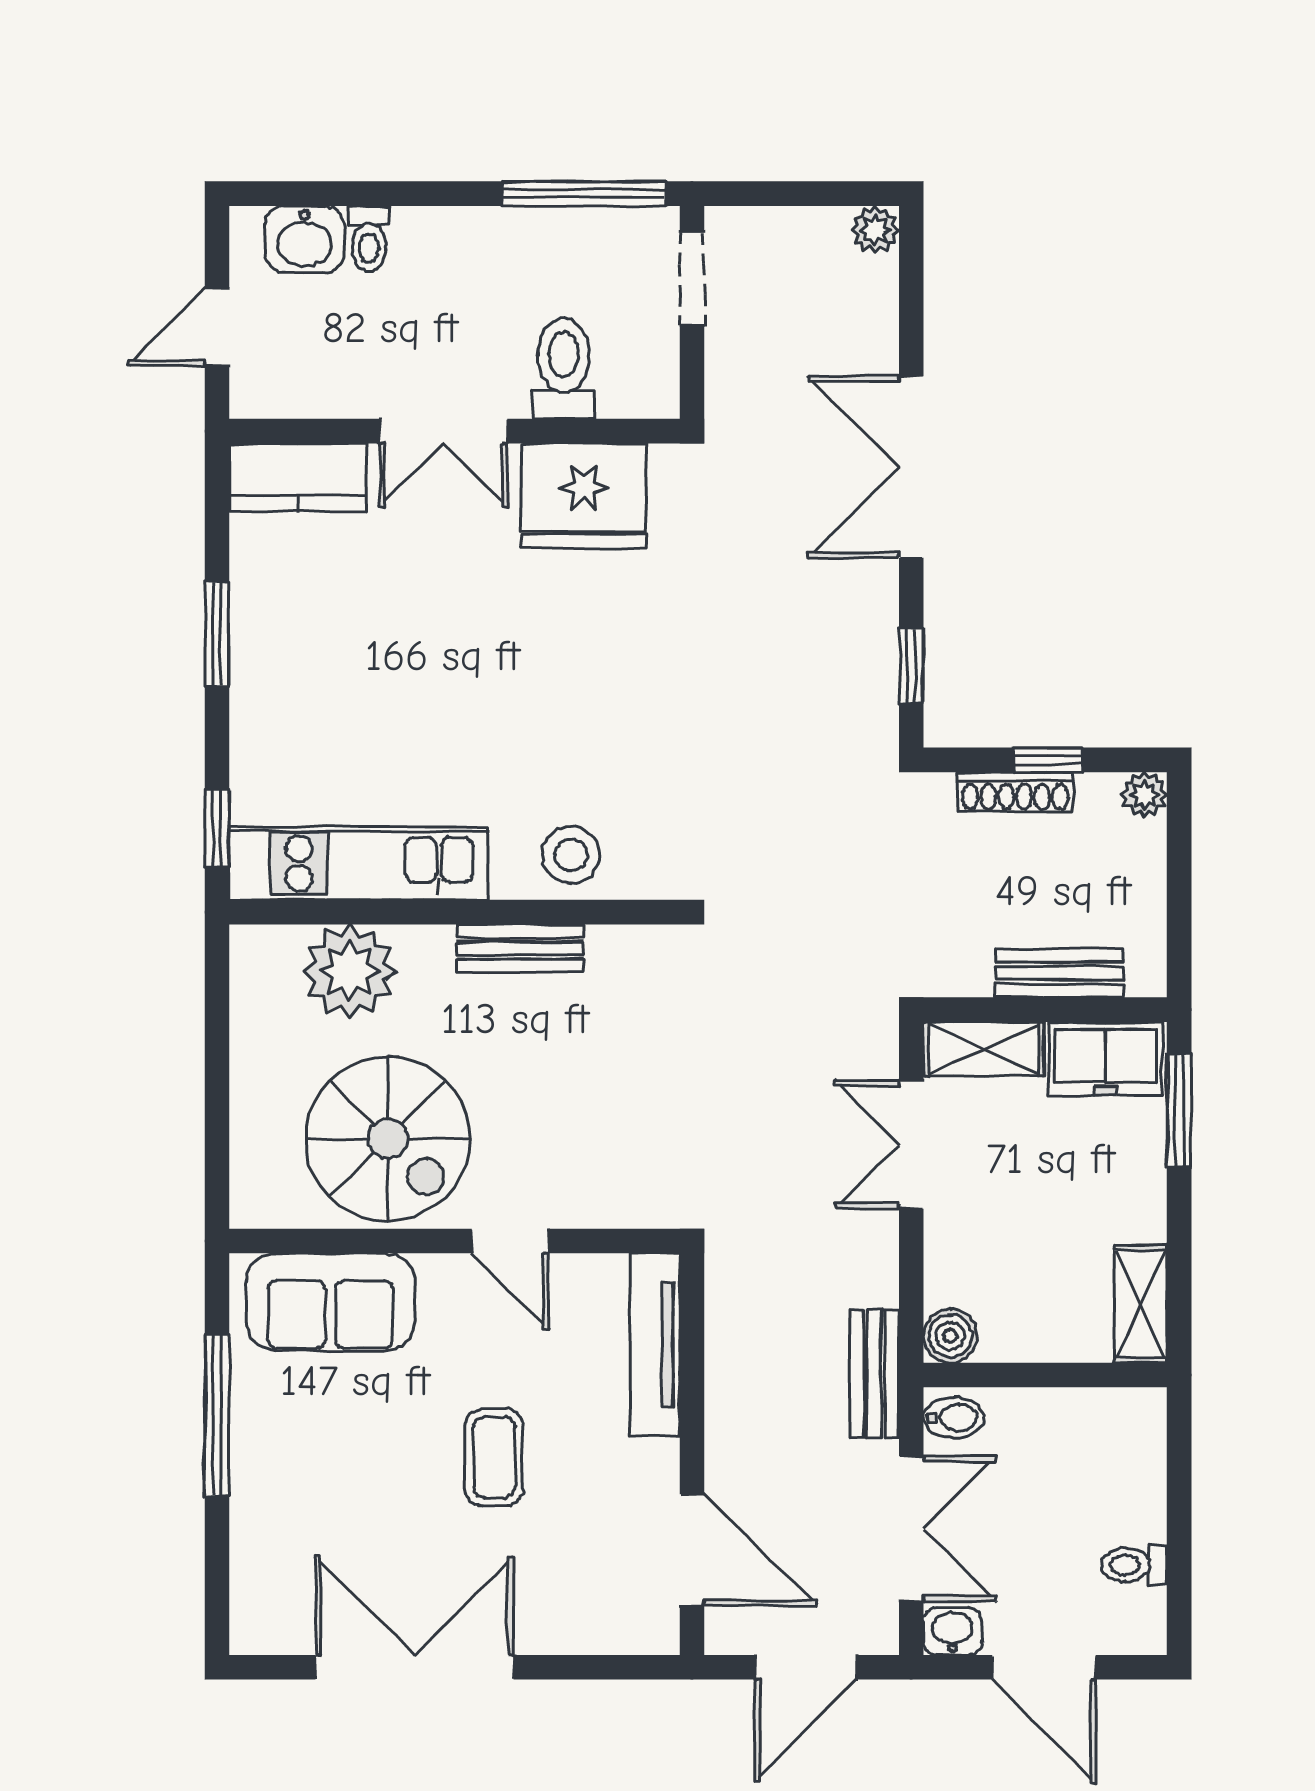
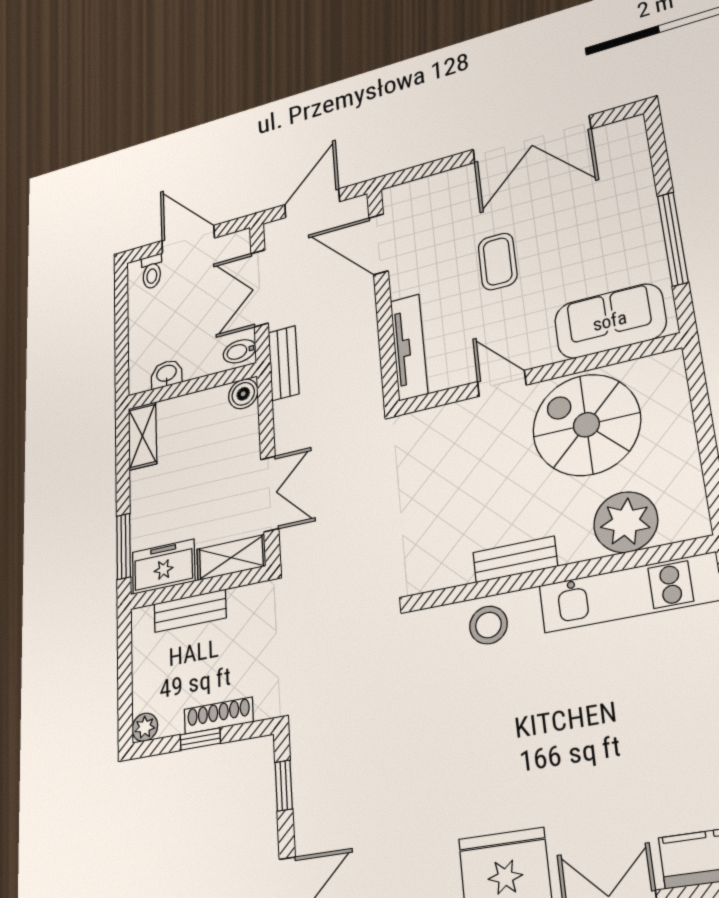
toilet: (1134, 1565) -> (152, 272), moved, turned 90
washbasin: (953, 1631) -> (166, 374), moved, turned 180

